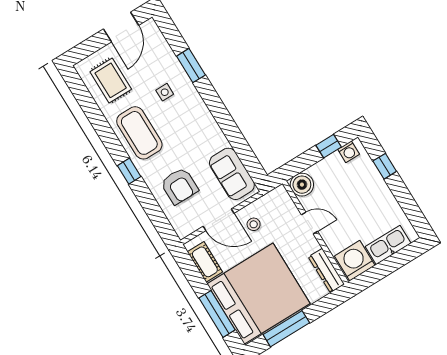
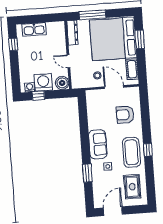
window: (385, 166) -> (13, 44), moved
window: (129, 171) -> (148, 150), moved
sofa: (232, 174) -> (98, 144), moved
armchair: (179, 186) -> (125, 115), turned -90
washing machine: (355, 261) -> (43, 82), moved, turned 180
window: (217, 314) -> (140, 39), width x0.69
window: (286, 329) -> (92, 15), moved

